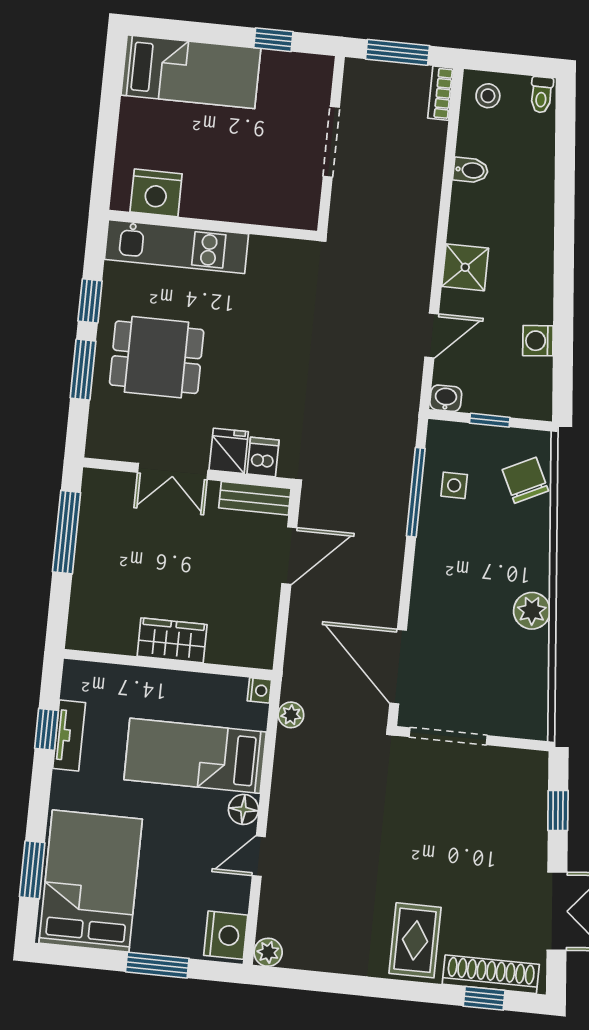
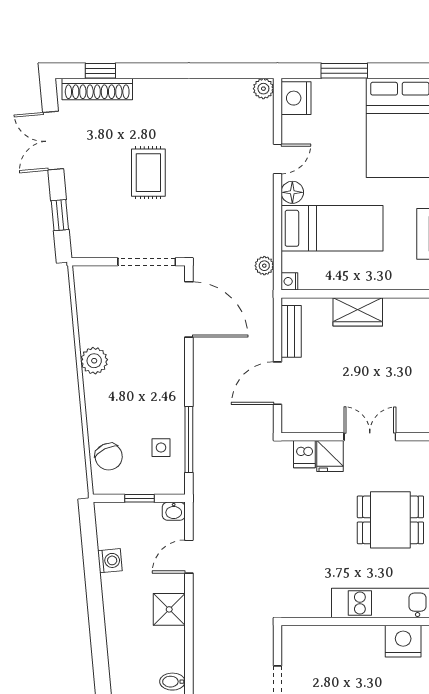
bench: (255, 498) -> (291, 331), moved, turned 90
rug: (415, 940) -> (148, 173), moved

